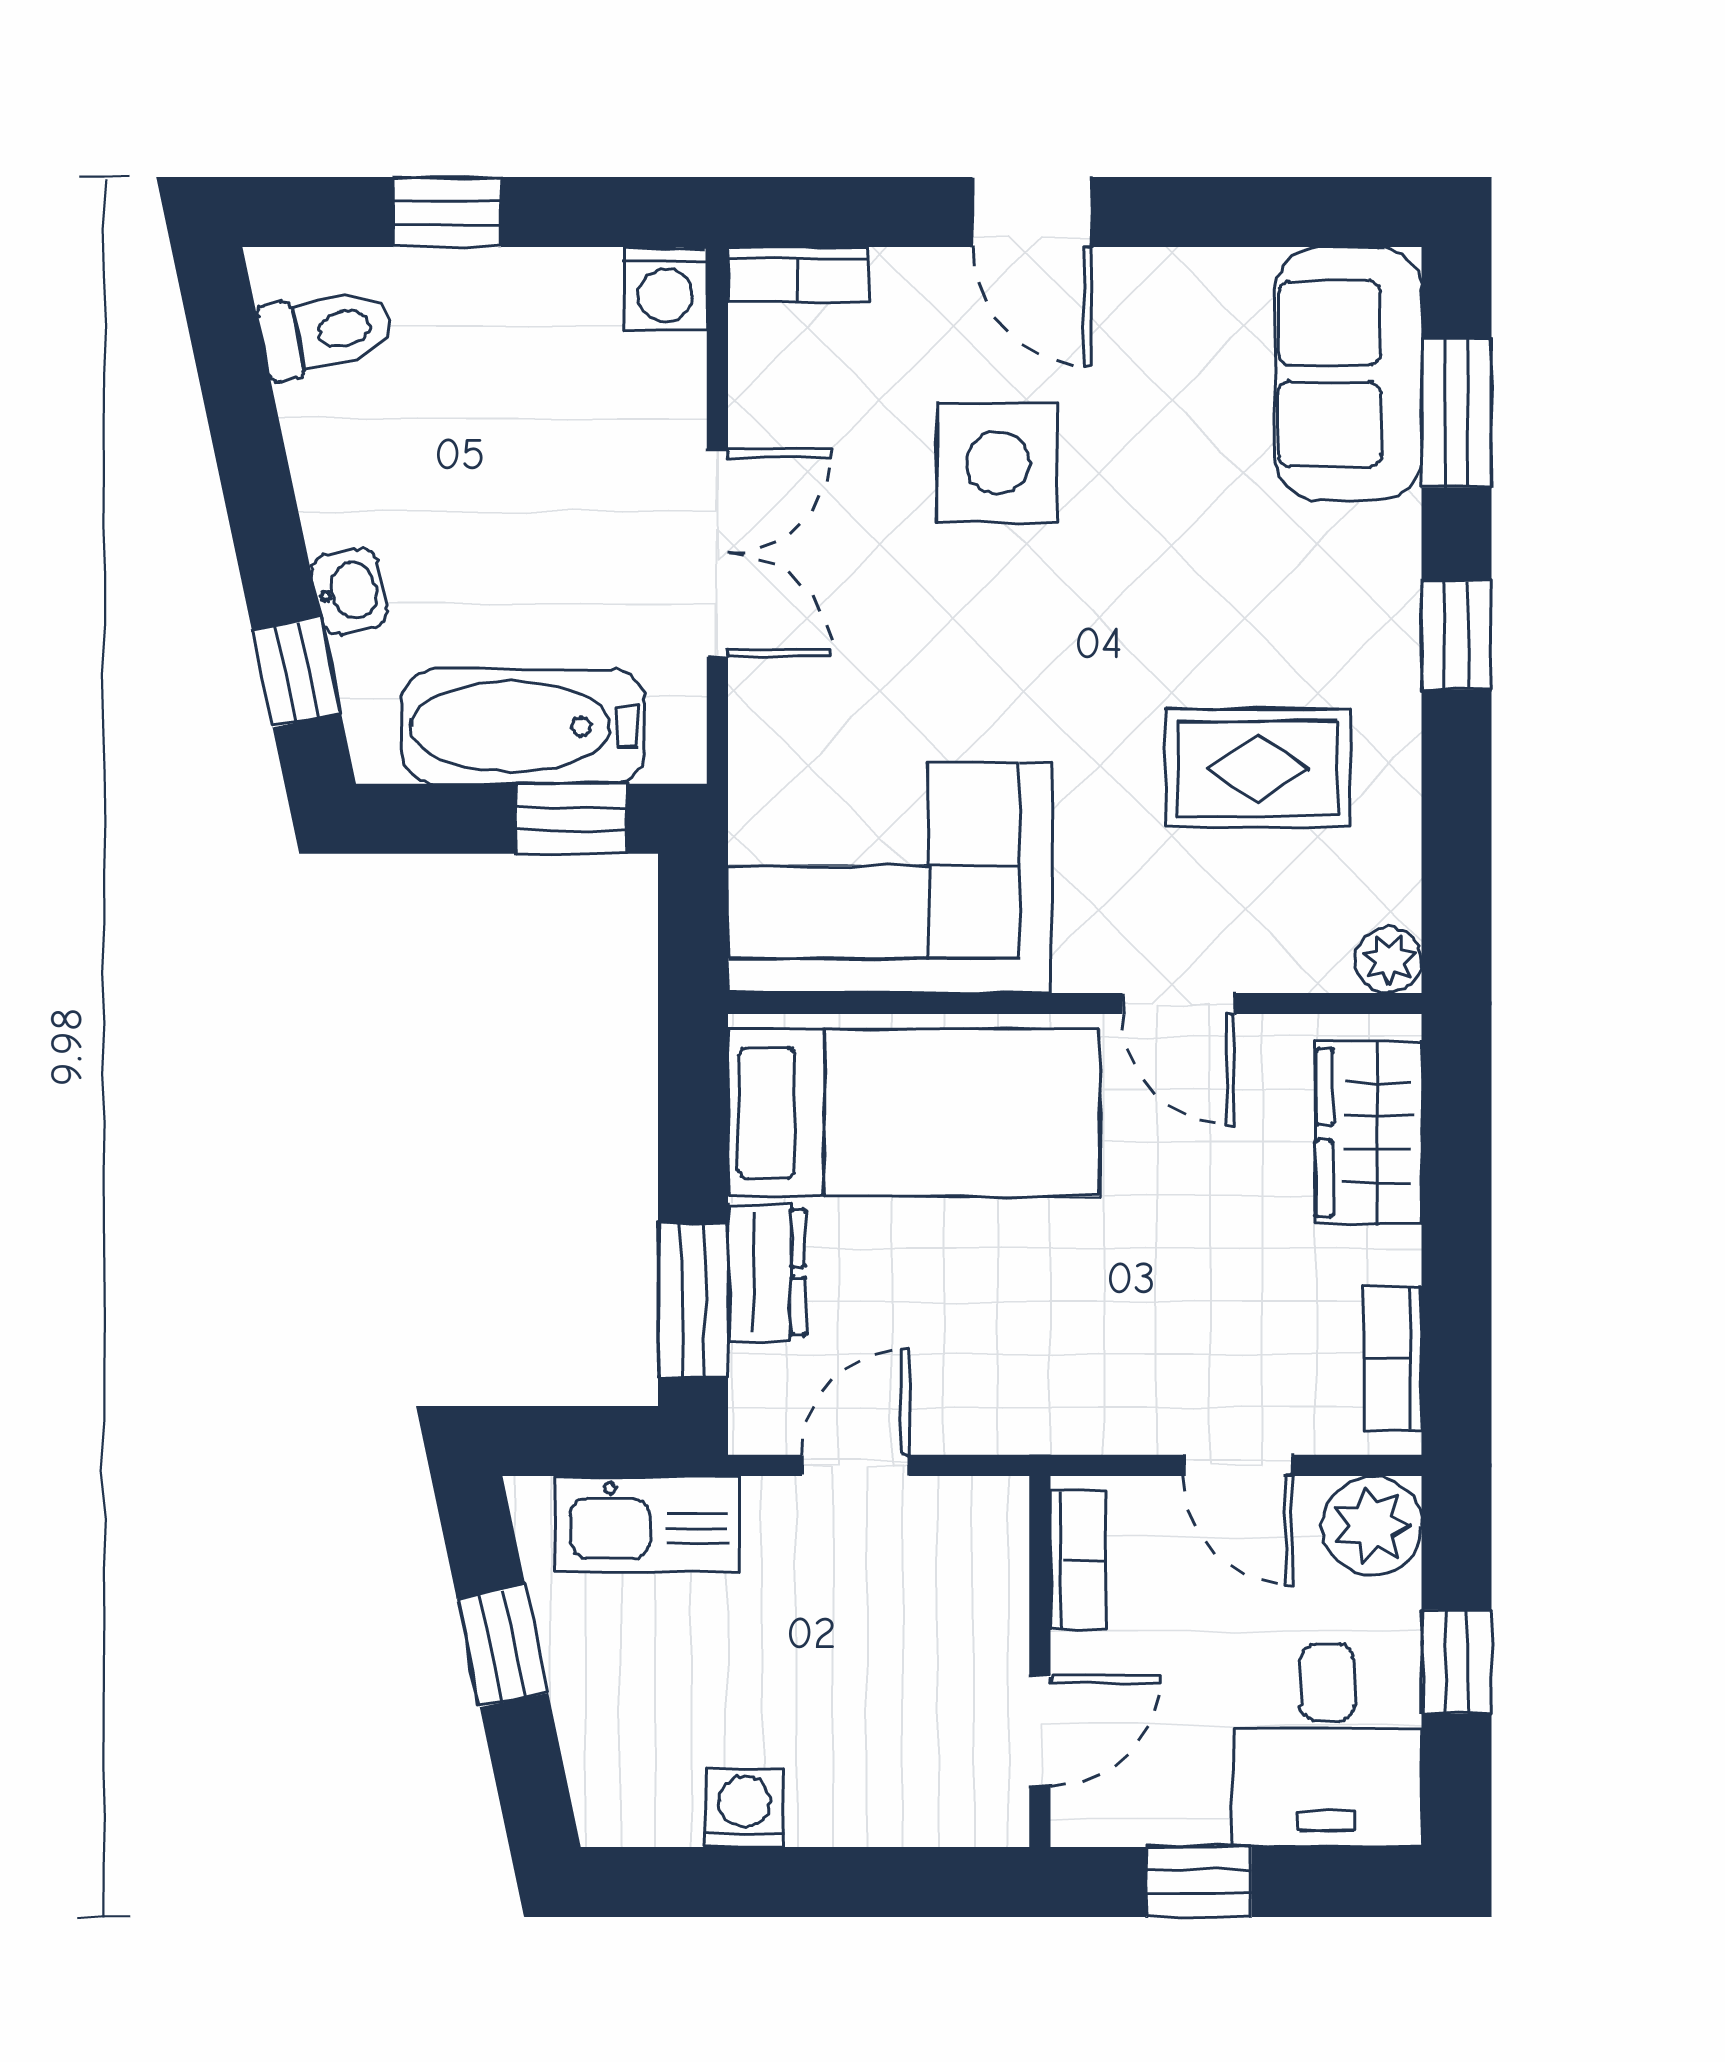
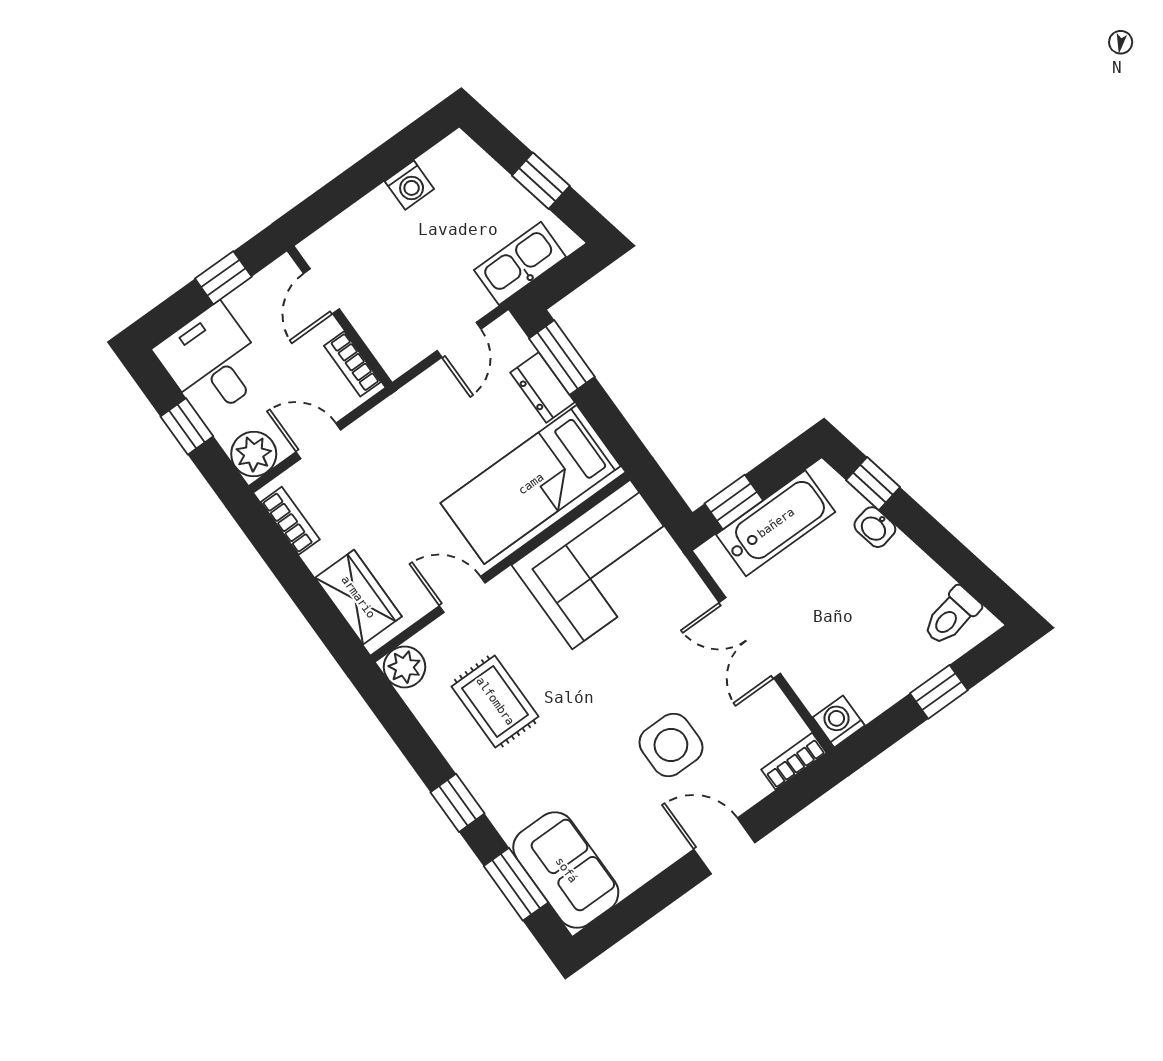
rug: (1258, 768) -> (495, 701), turned 90
plant: (1389, 960) -> (404, 667), width x1.38, depth x1.38

